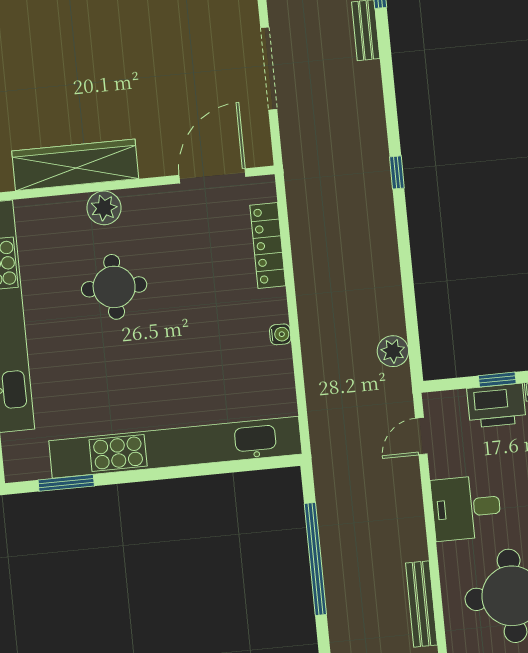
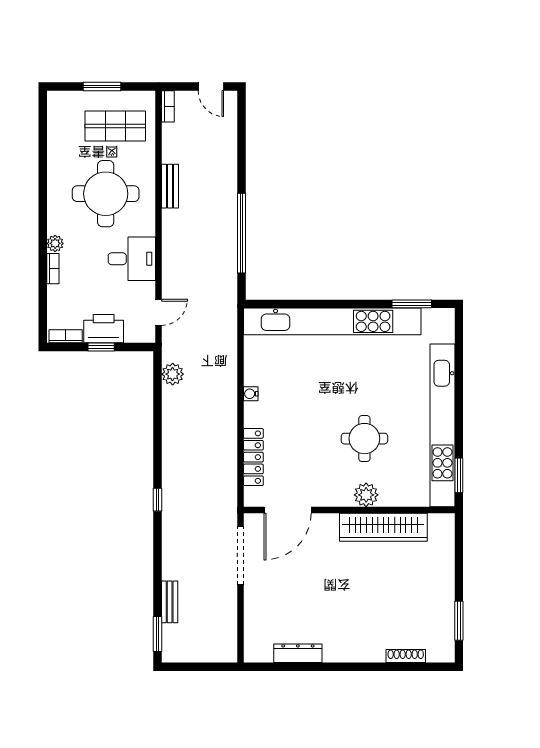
doorway: (269, 68) -> (241, 555), moved
bench: (421, 604) -> (170, 186), width x0.73

